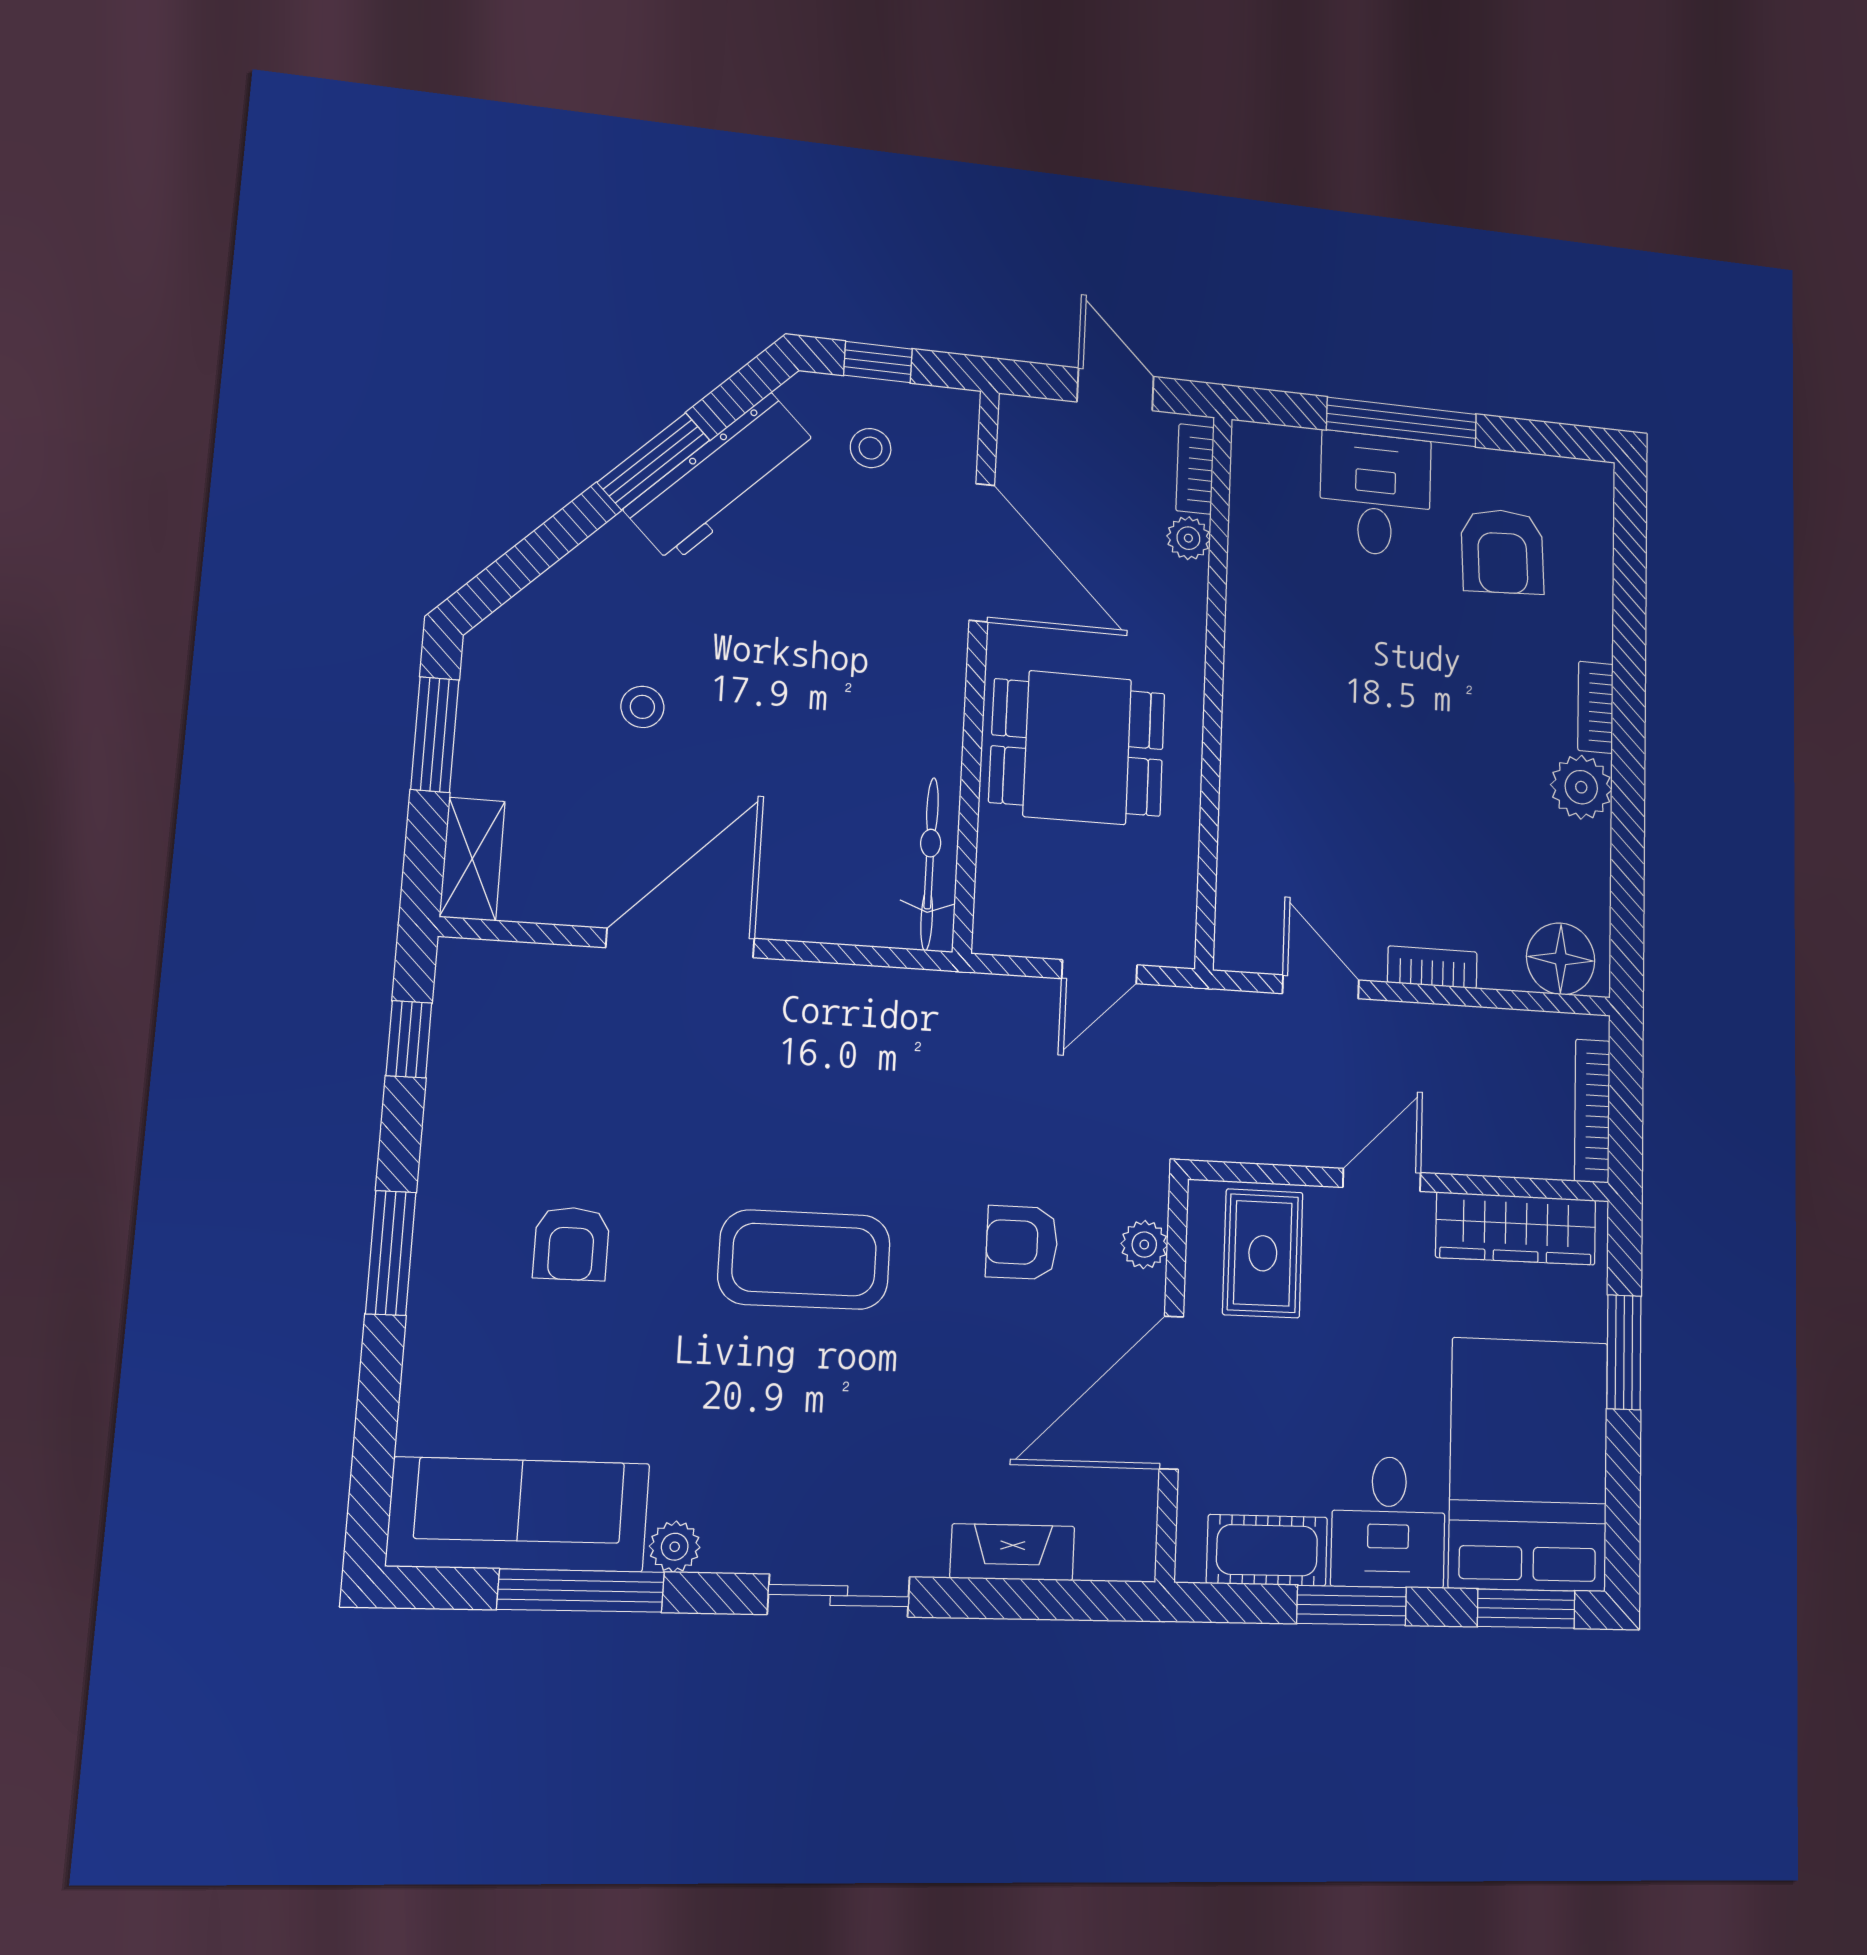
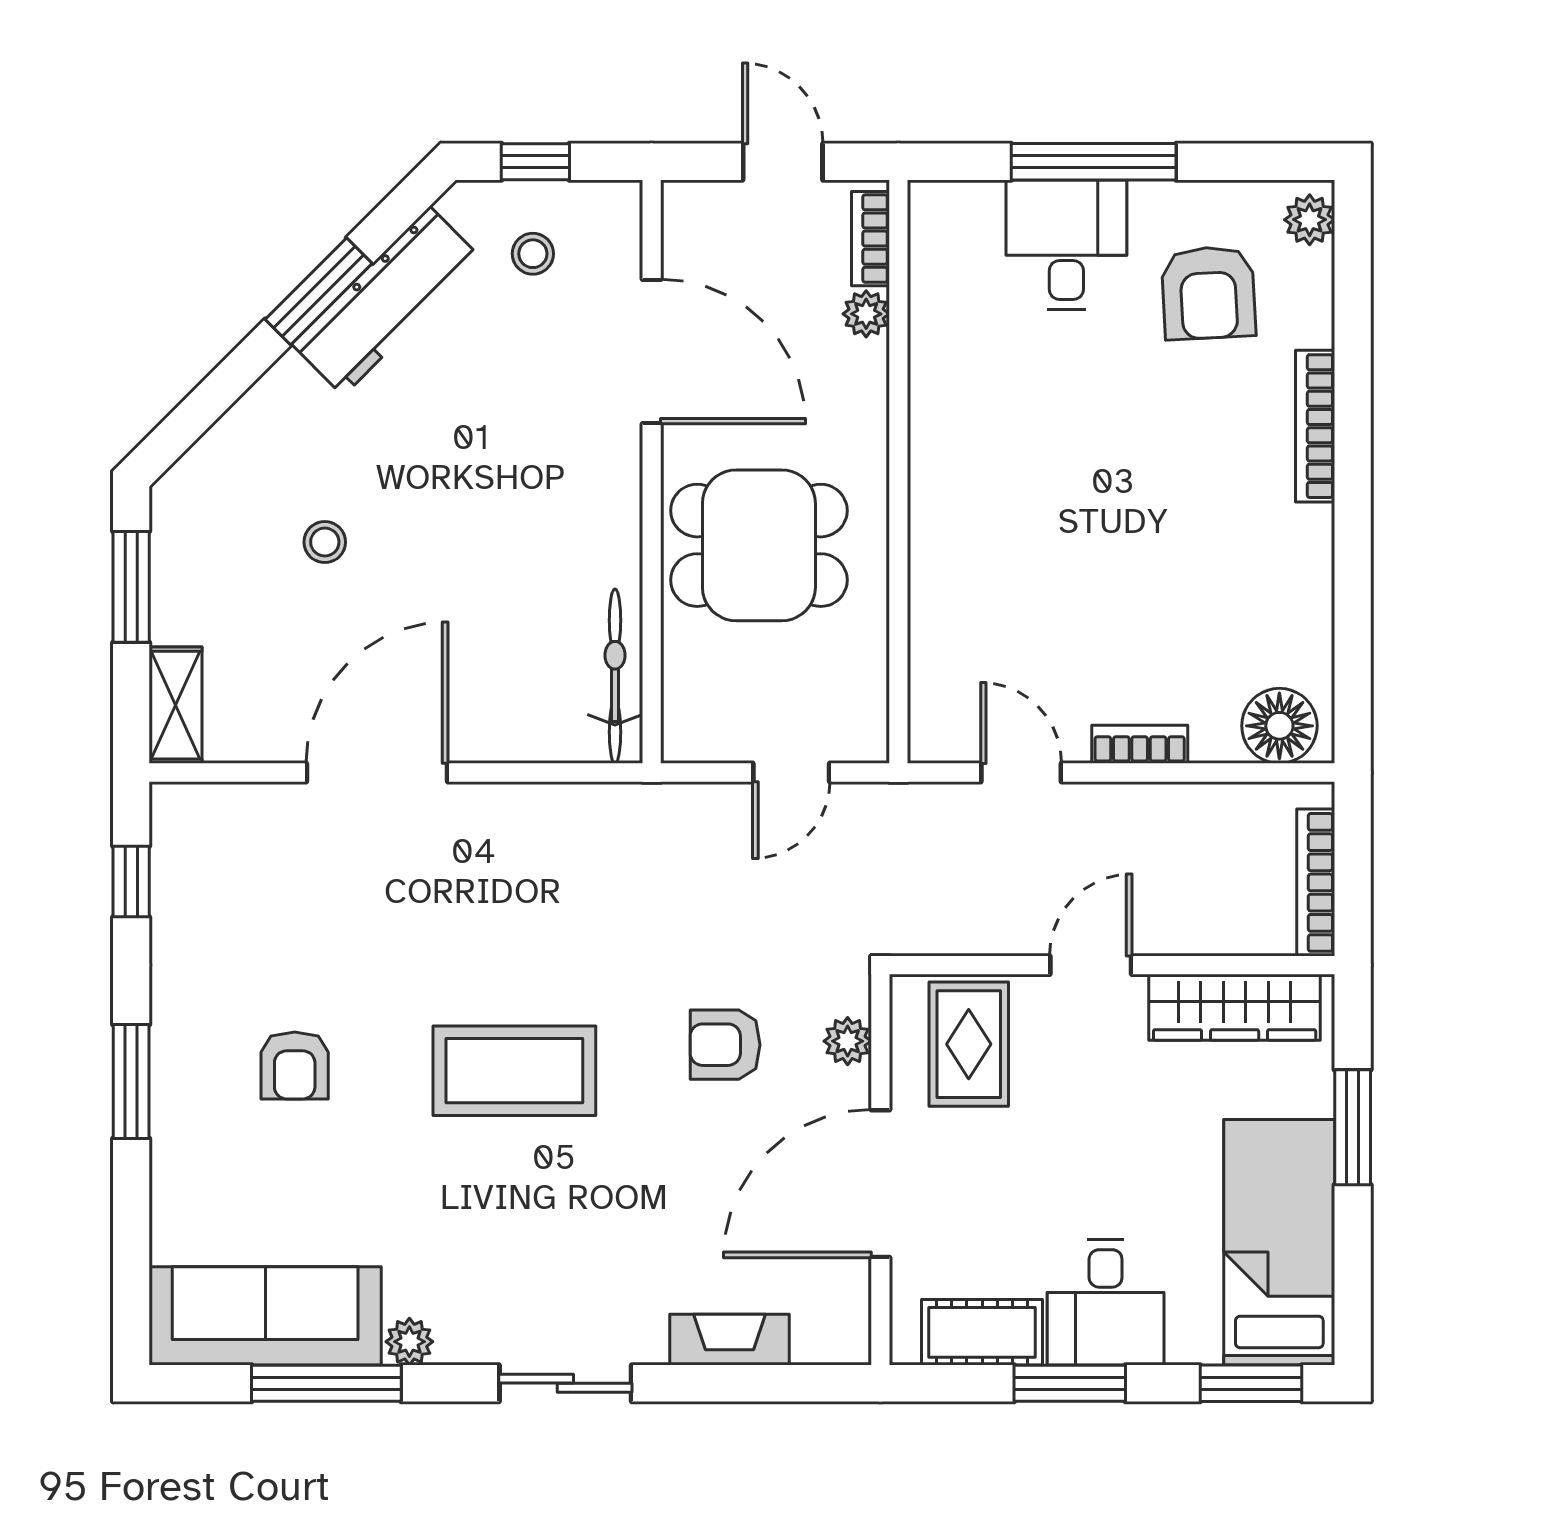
bookcase: (1595, 707) -> (1315, 426), width x1.56
plant: (1581, 787) -> (1310, 220), moved, width x0.73, depth x0.73
bed: (1529, 1464) -> (1279, 1242), width x0.67

